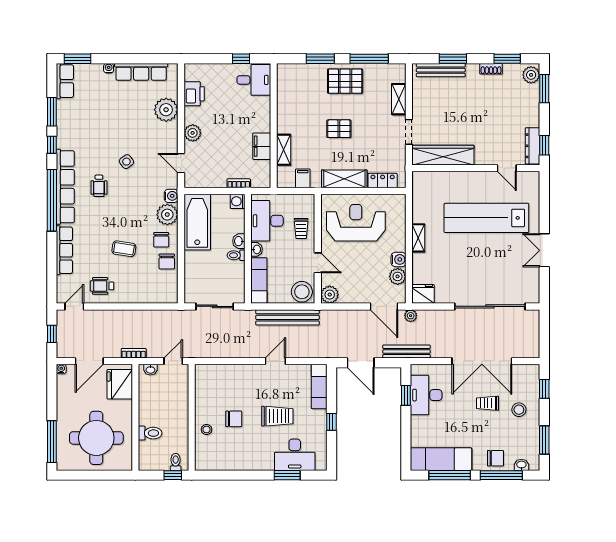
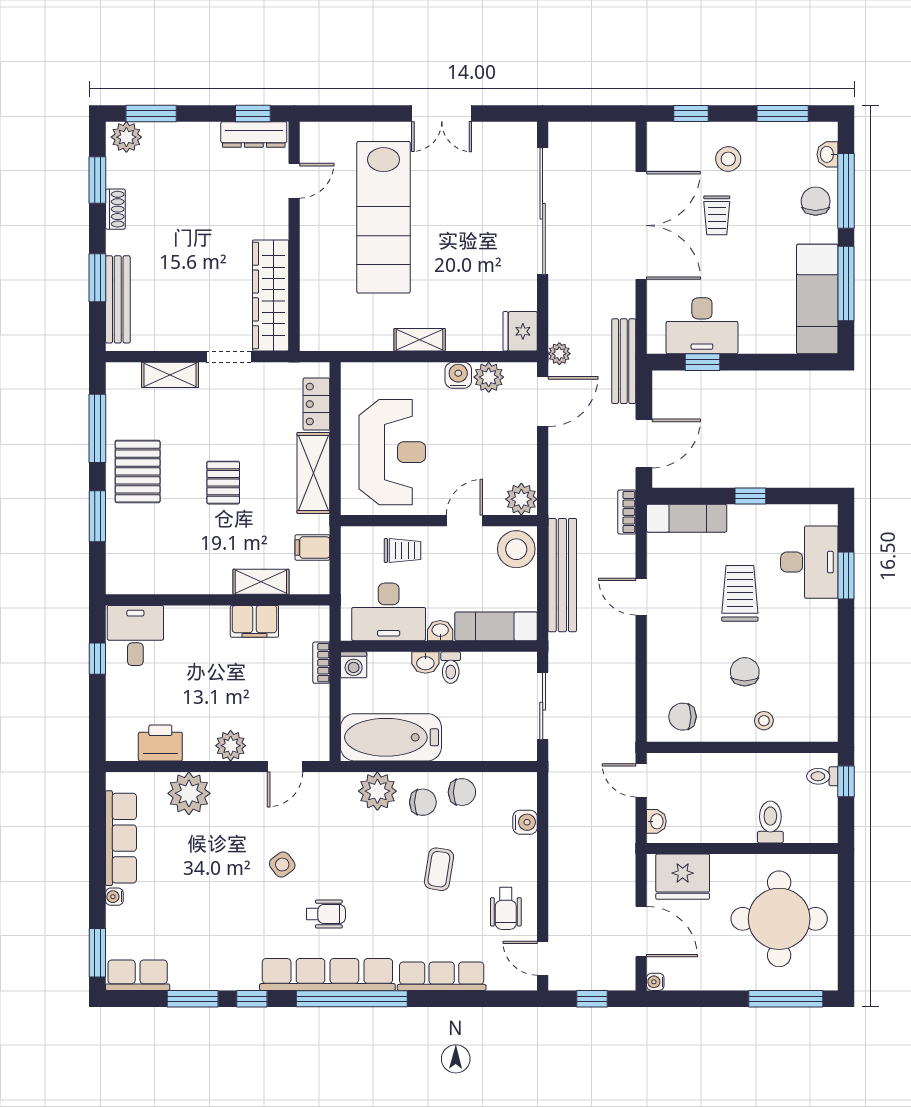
water cooler: (171, 196) -> (525, 822), moved, turned 90
reception desk: (356, 223) -> (392, 452), turned 180
bookcase: (134, 353) -> (627, 512), moved
chair: (209, 384) -> (683, 717), added

